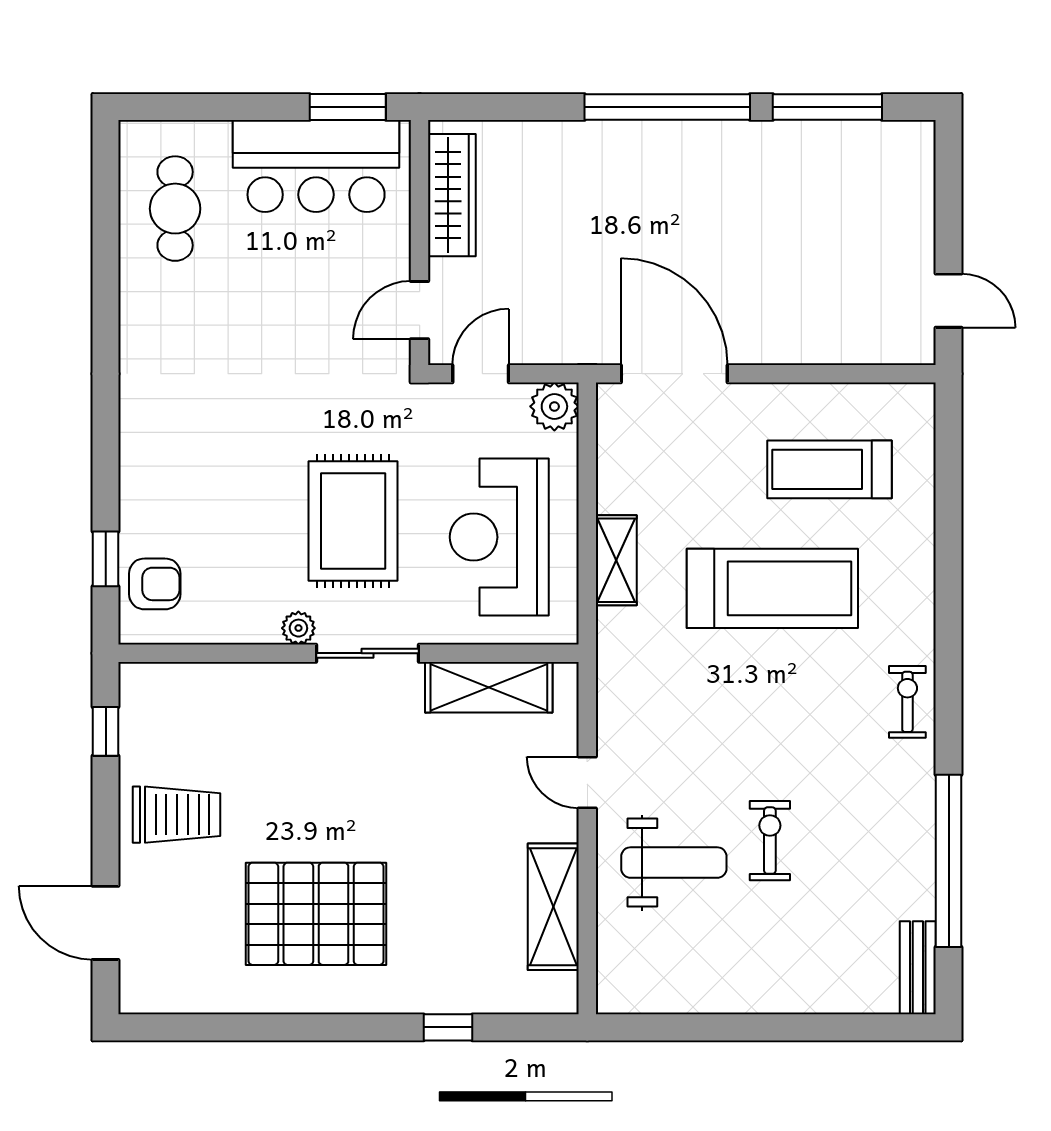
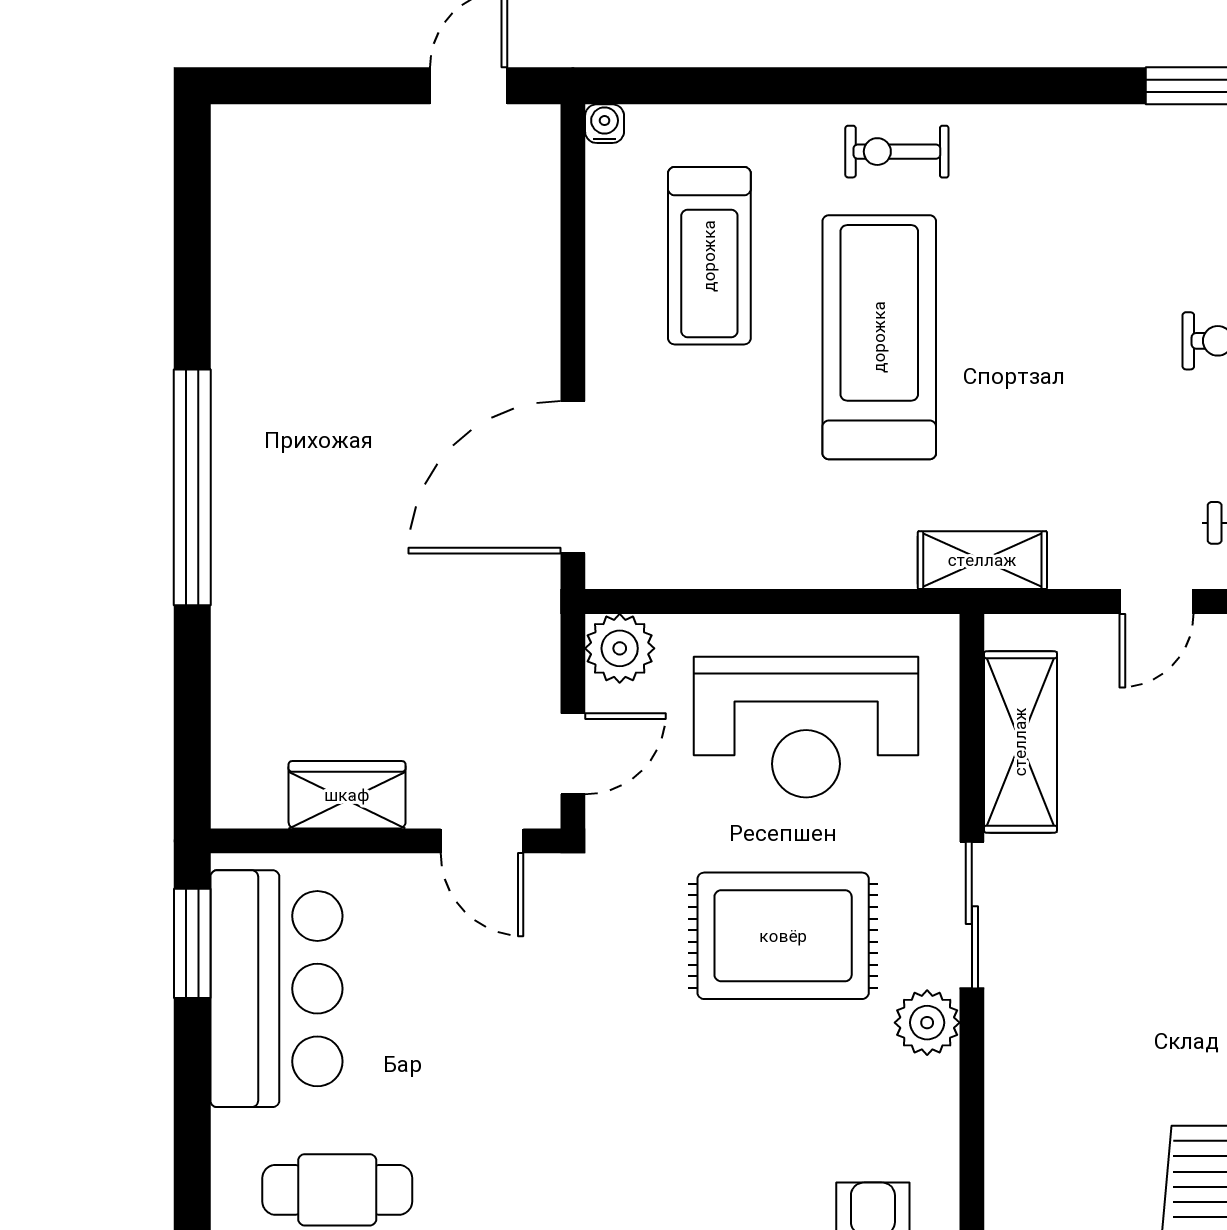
window: (827, 107) -> (192, 259), removed
wardrobe: (452, 195) -> (347, 795), width x0.67
door: (481, 374) -> (573, 754), swing flipped
water cooler: (922, 396) -> (605, 124), added
shelving: (616, 560) -> (982, 560), moved
plant: (298, 628) -> (927, 1023), width x1.38, depth x1.38
exercise bike: (907, 702) -> (897, 152), moved

